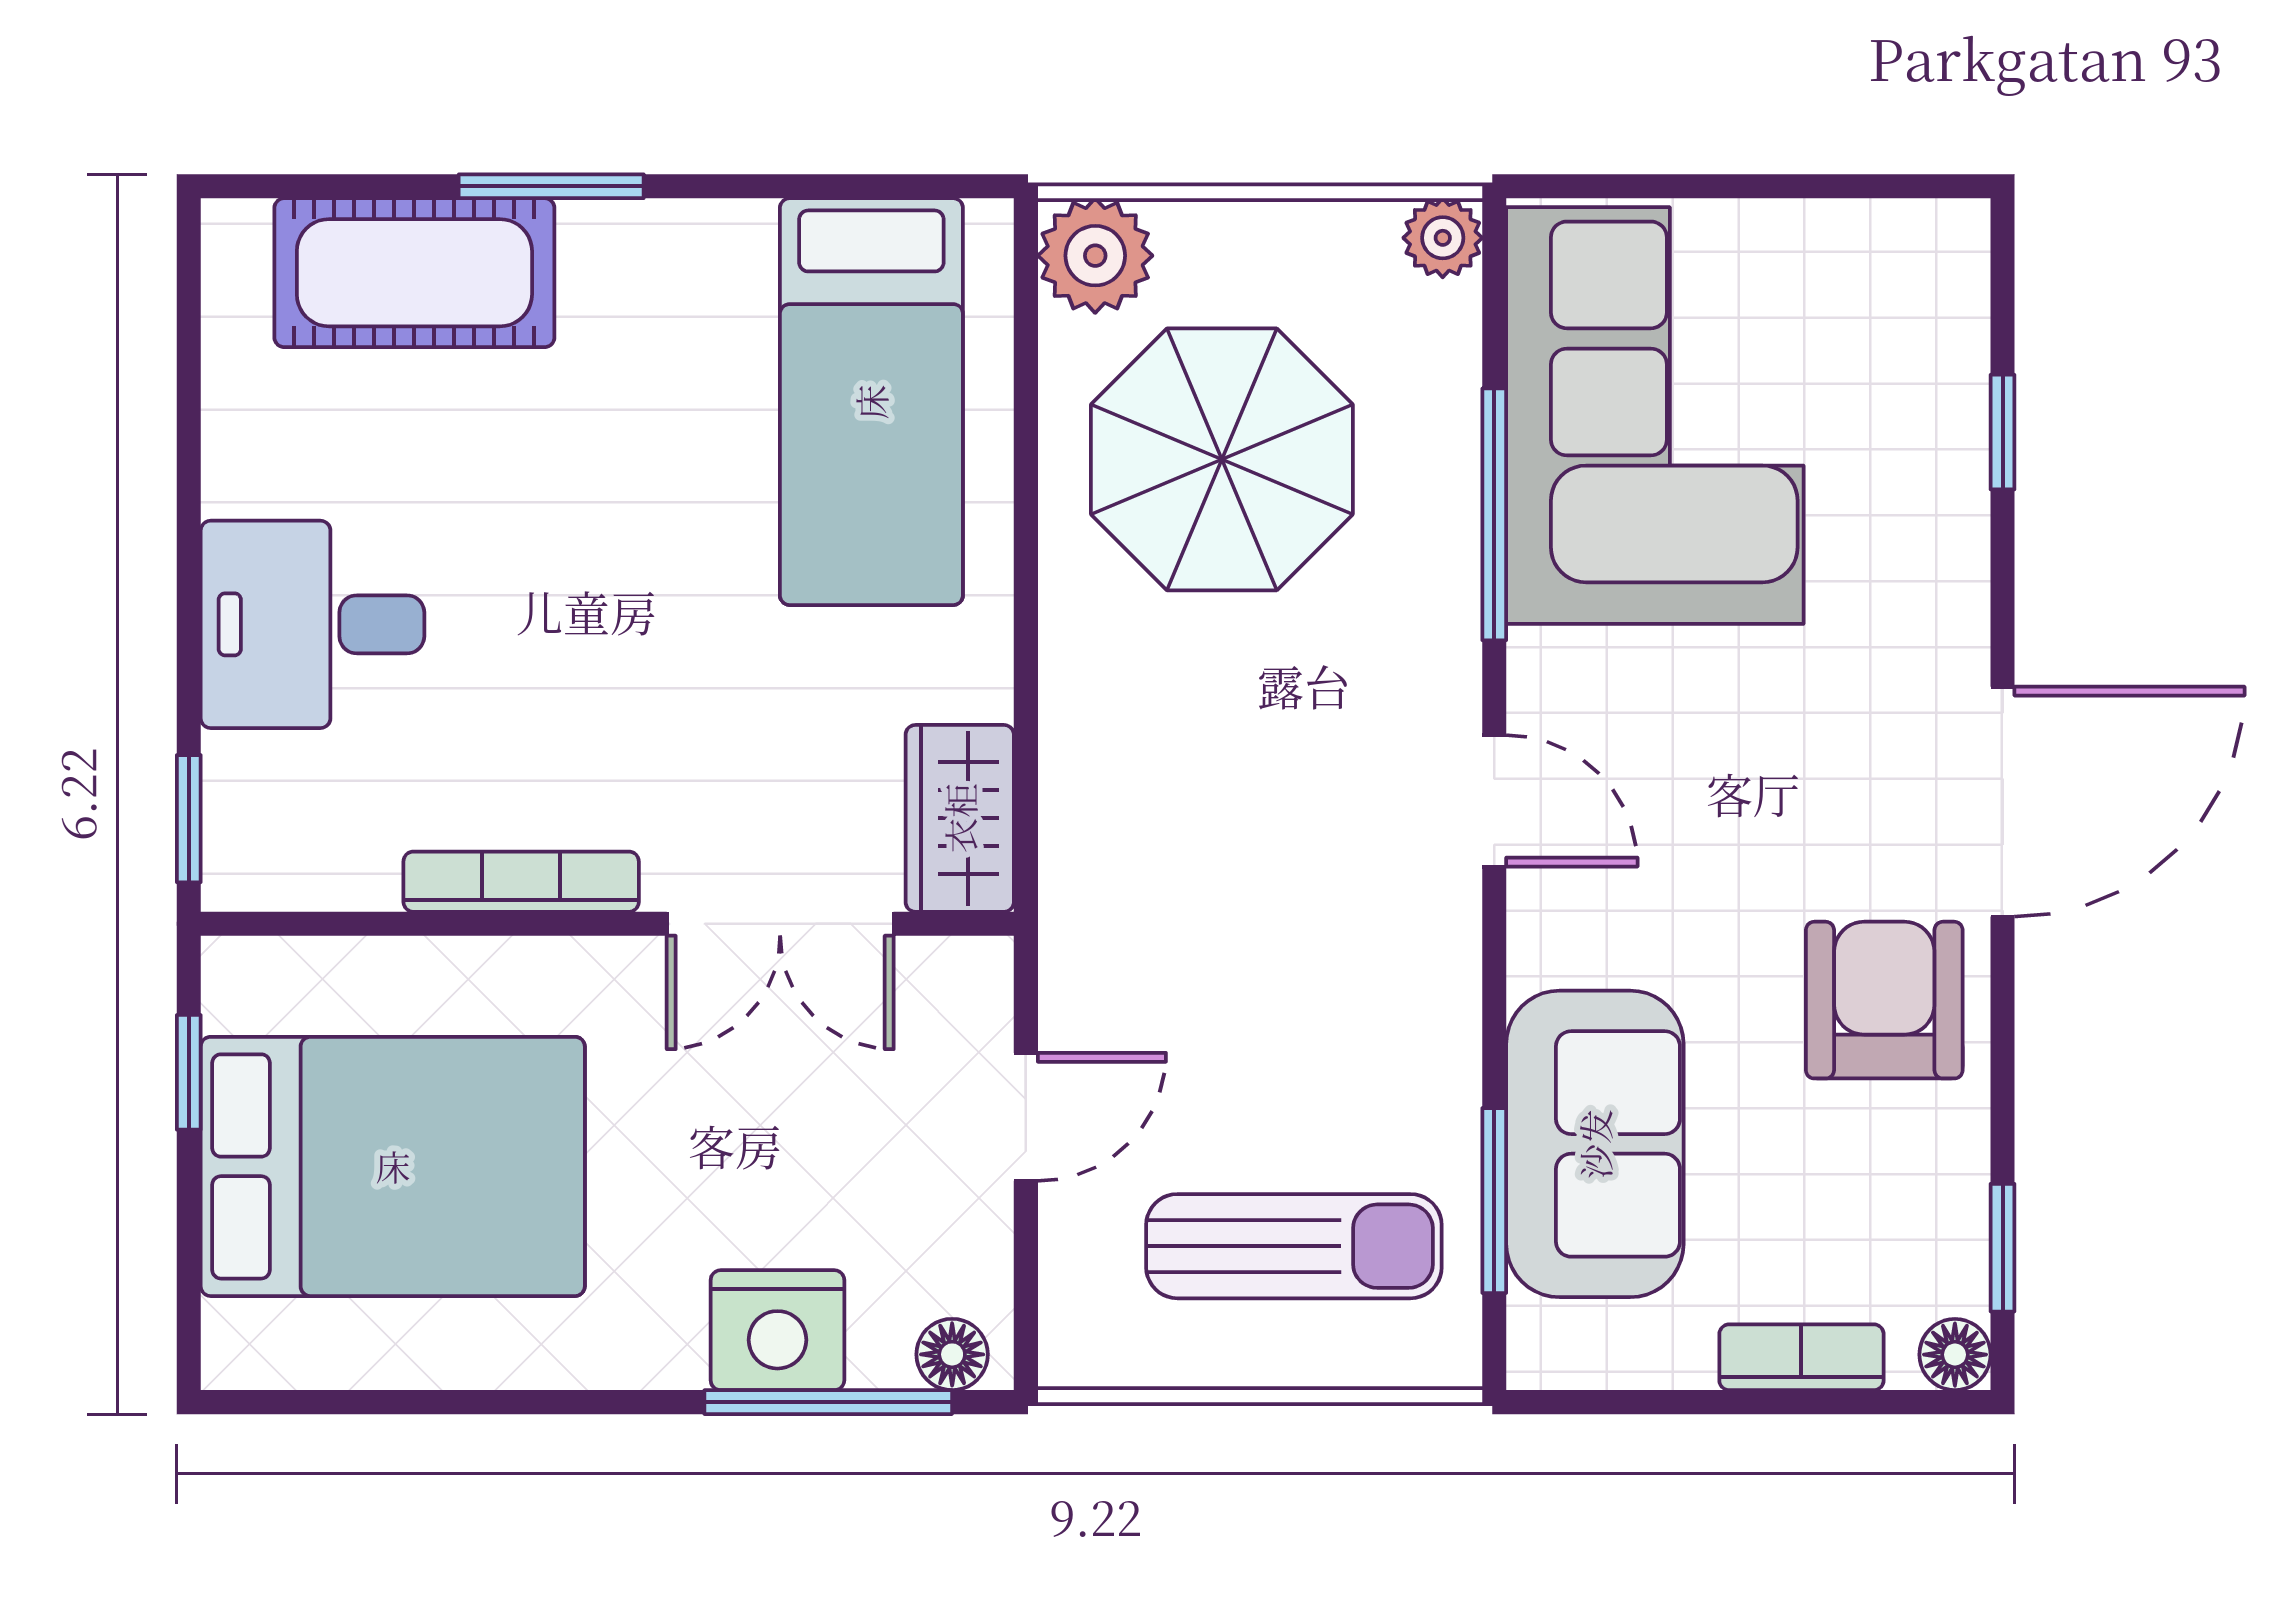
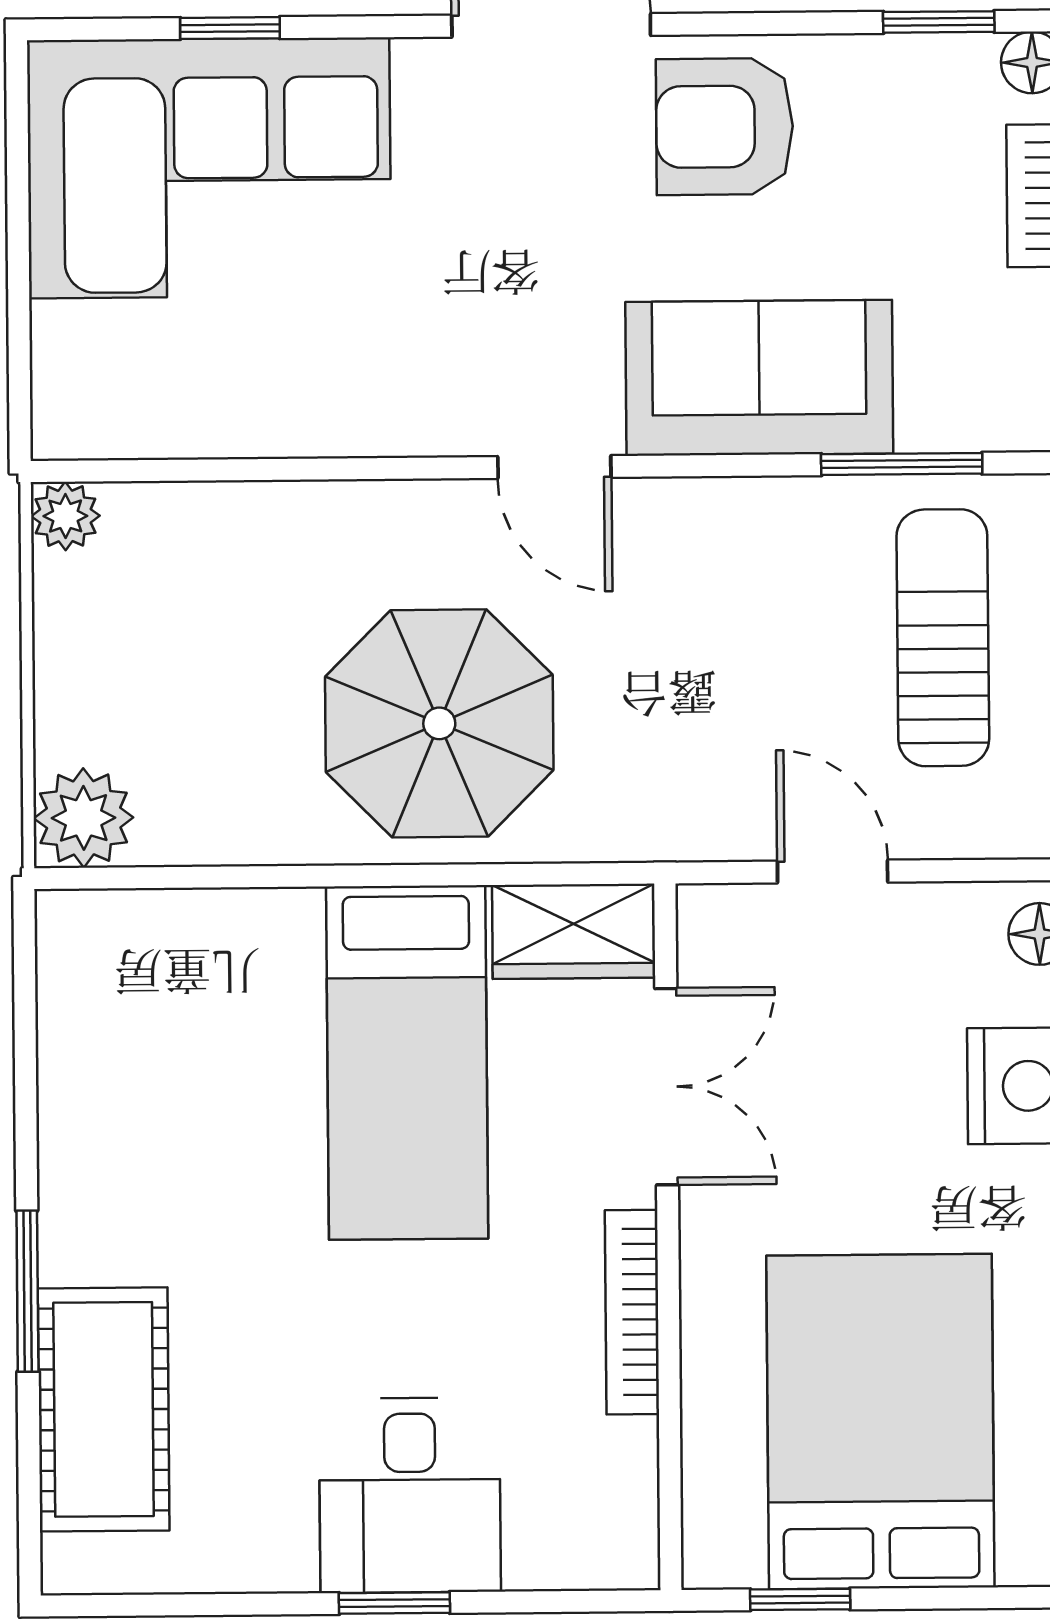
bed: (871, 402) -> (407, 1062), moved, turned 90
corner sofa: (1655, 416) -> (209, 168), moved, turned 180
parasol: (1222, 459) -> (439, 723), moved
window: (1494, 514) -> (305, 469), removed
door: (1494, 801) -> (554, 467), swing flipped
window: (189, 819) -> (394, 1603), moved
sofa: (1595, 1144) -> (759, 378), moved

